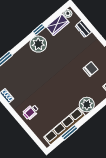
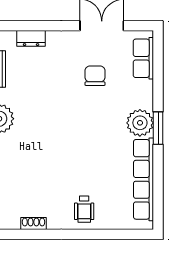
window: (69, 132) -> (158, 128), moved

